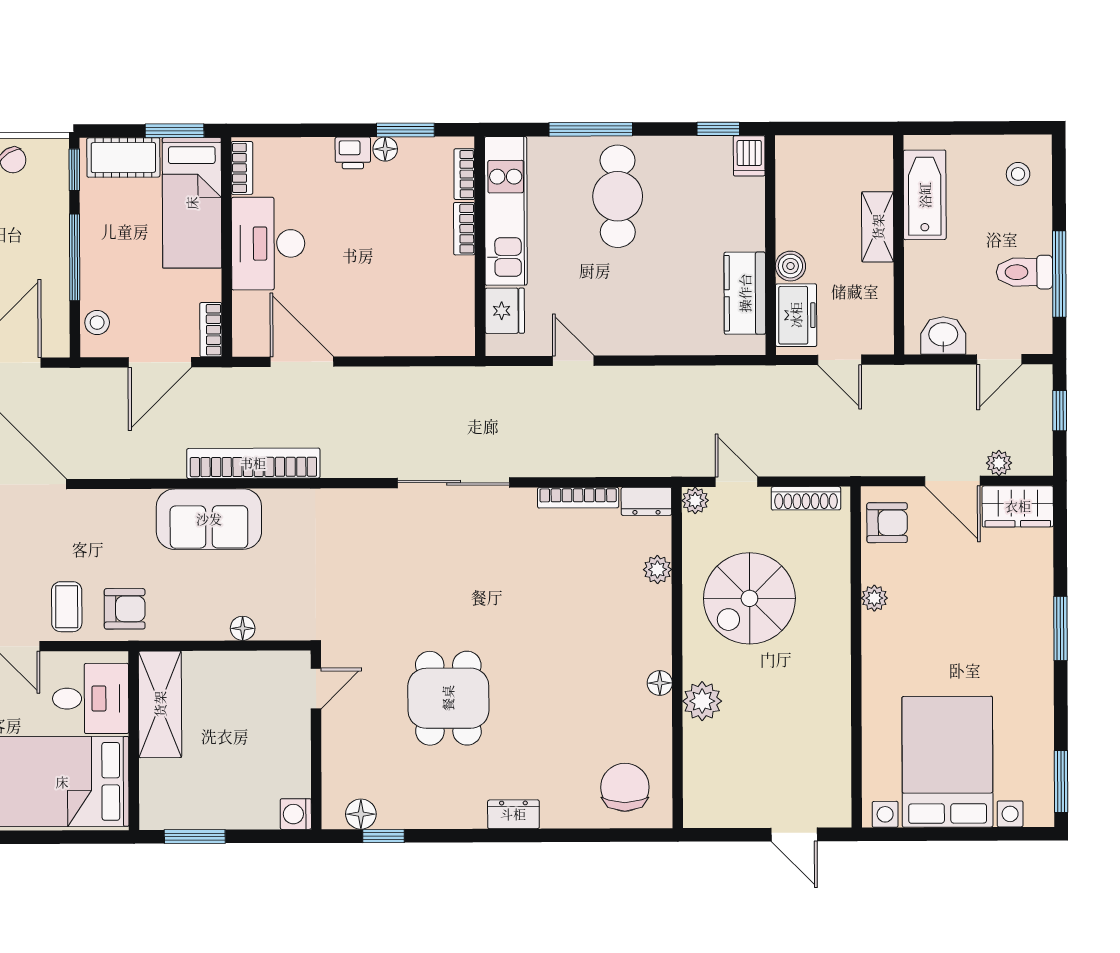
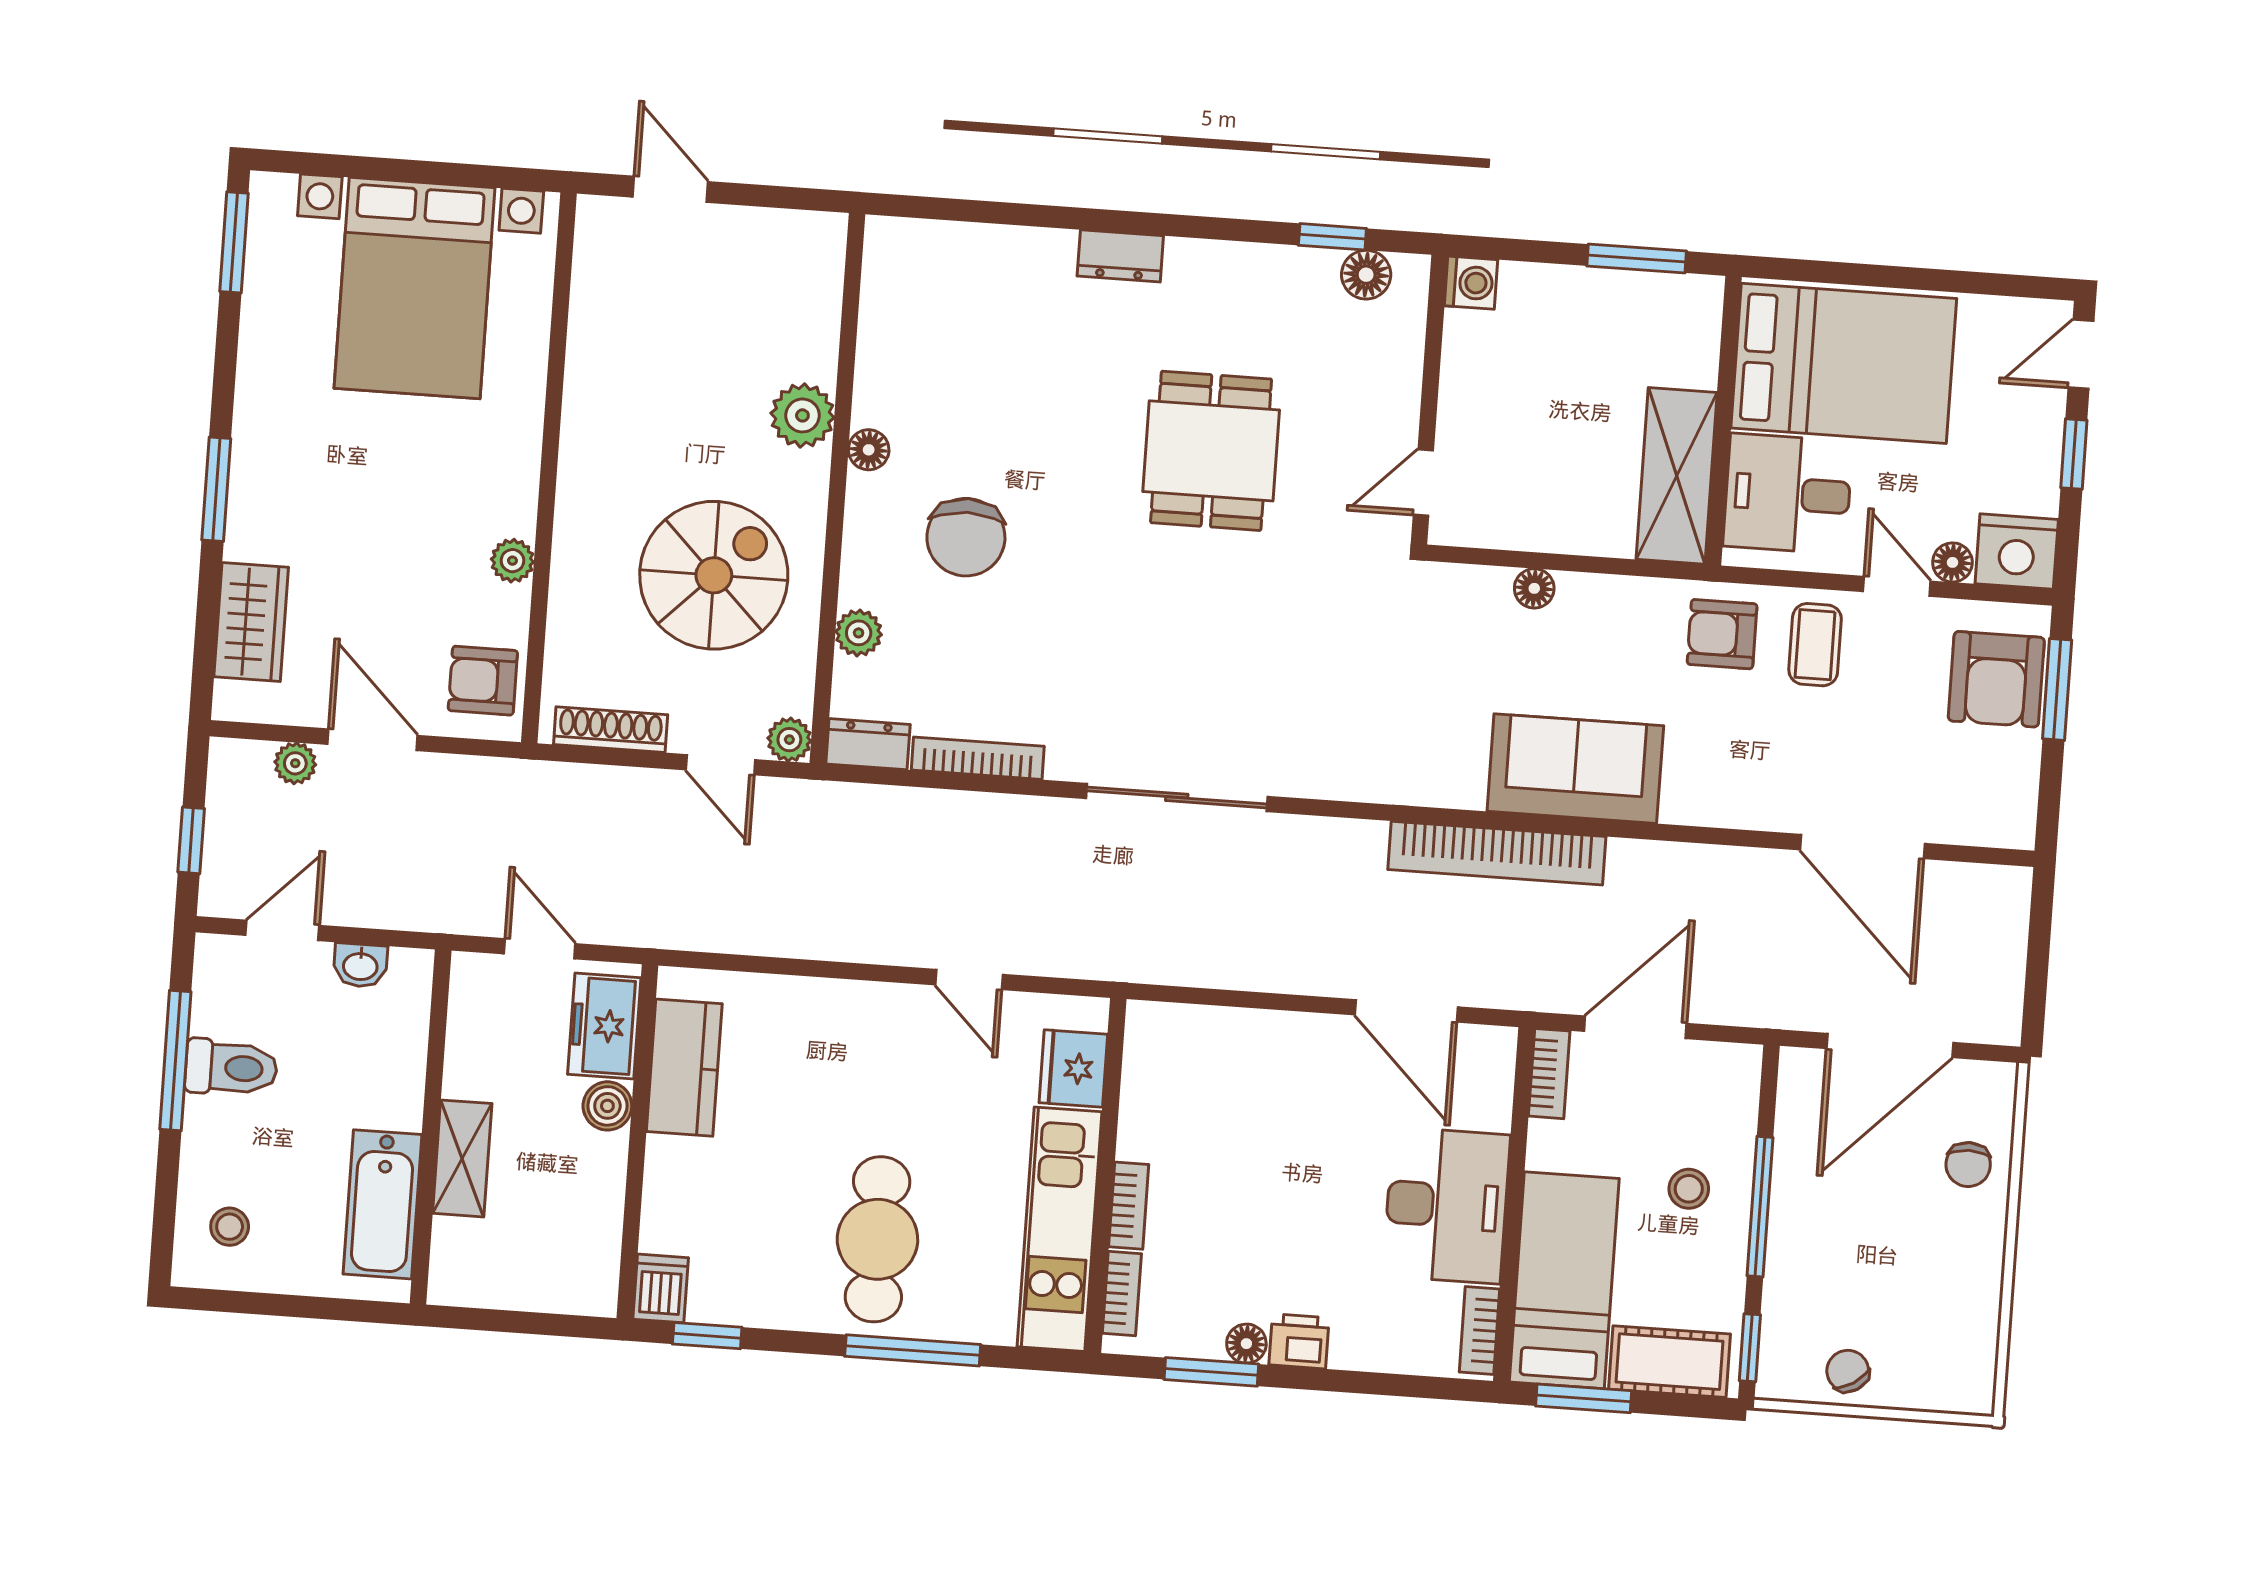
stool: (97, 323) -> (1689, 1189), moved
washbasin: (943, 335) -> (360, 965), width x0.72, depth x0.69
wardrobe: (1018, 506) -> (251, 622), moved, turned 90
chair: (625, 787) -> (966, 537), moved

